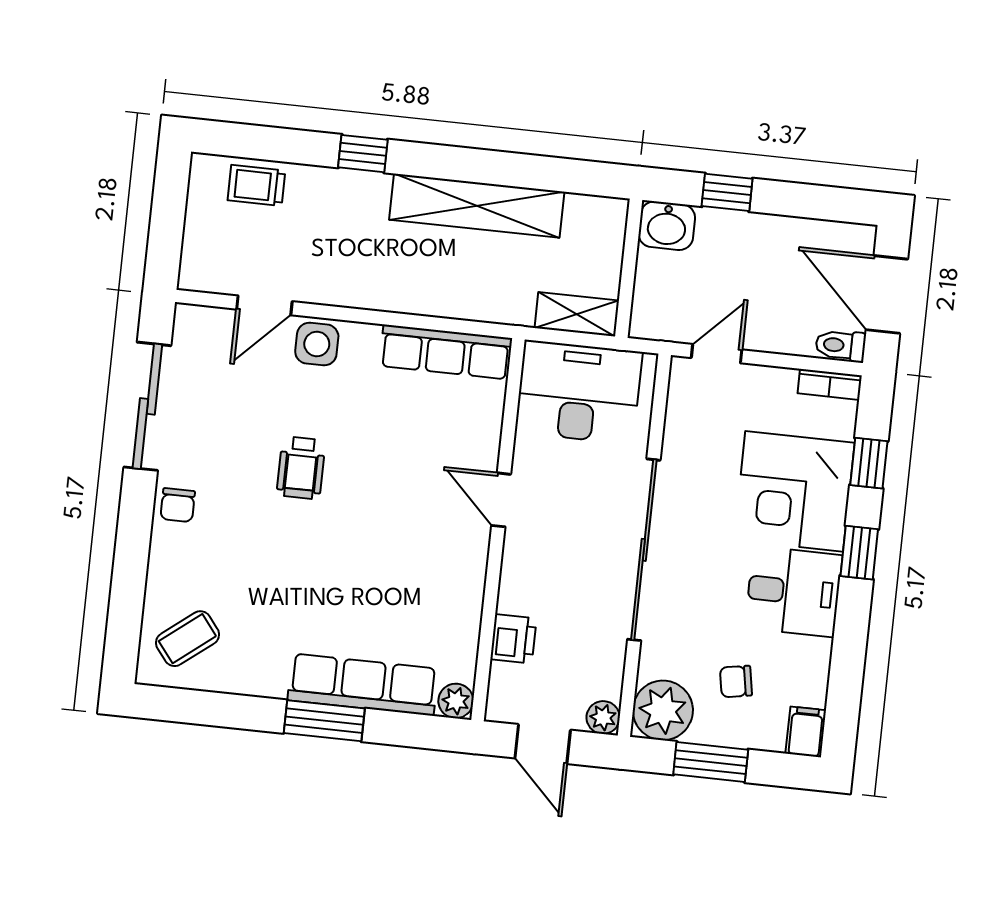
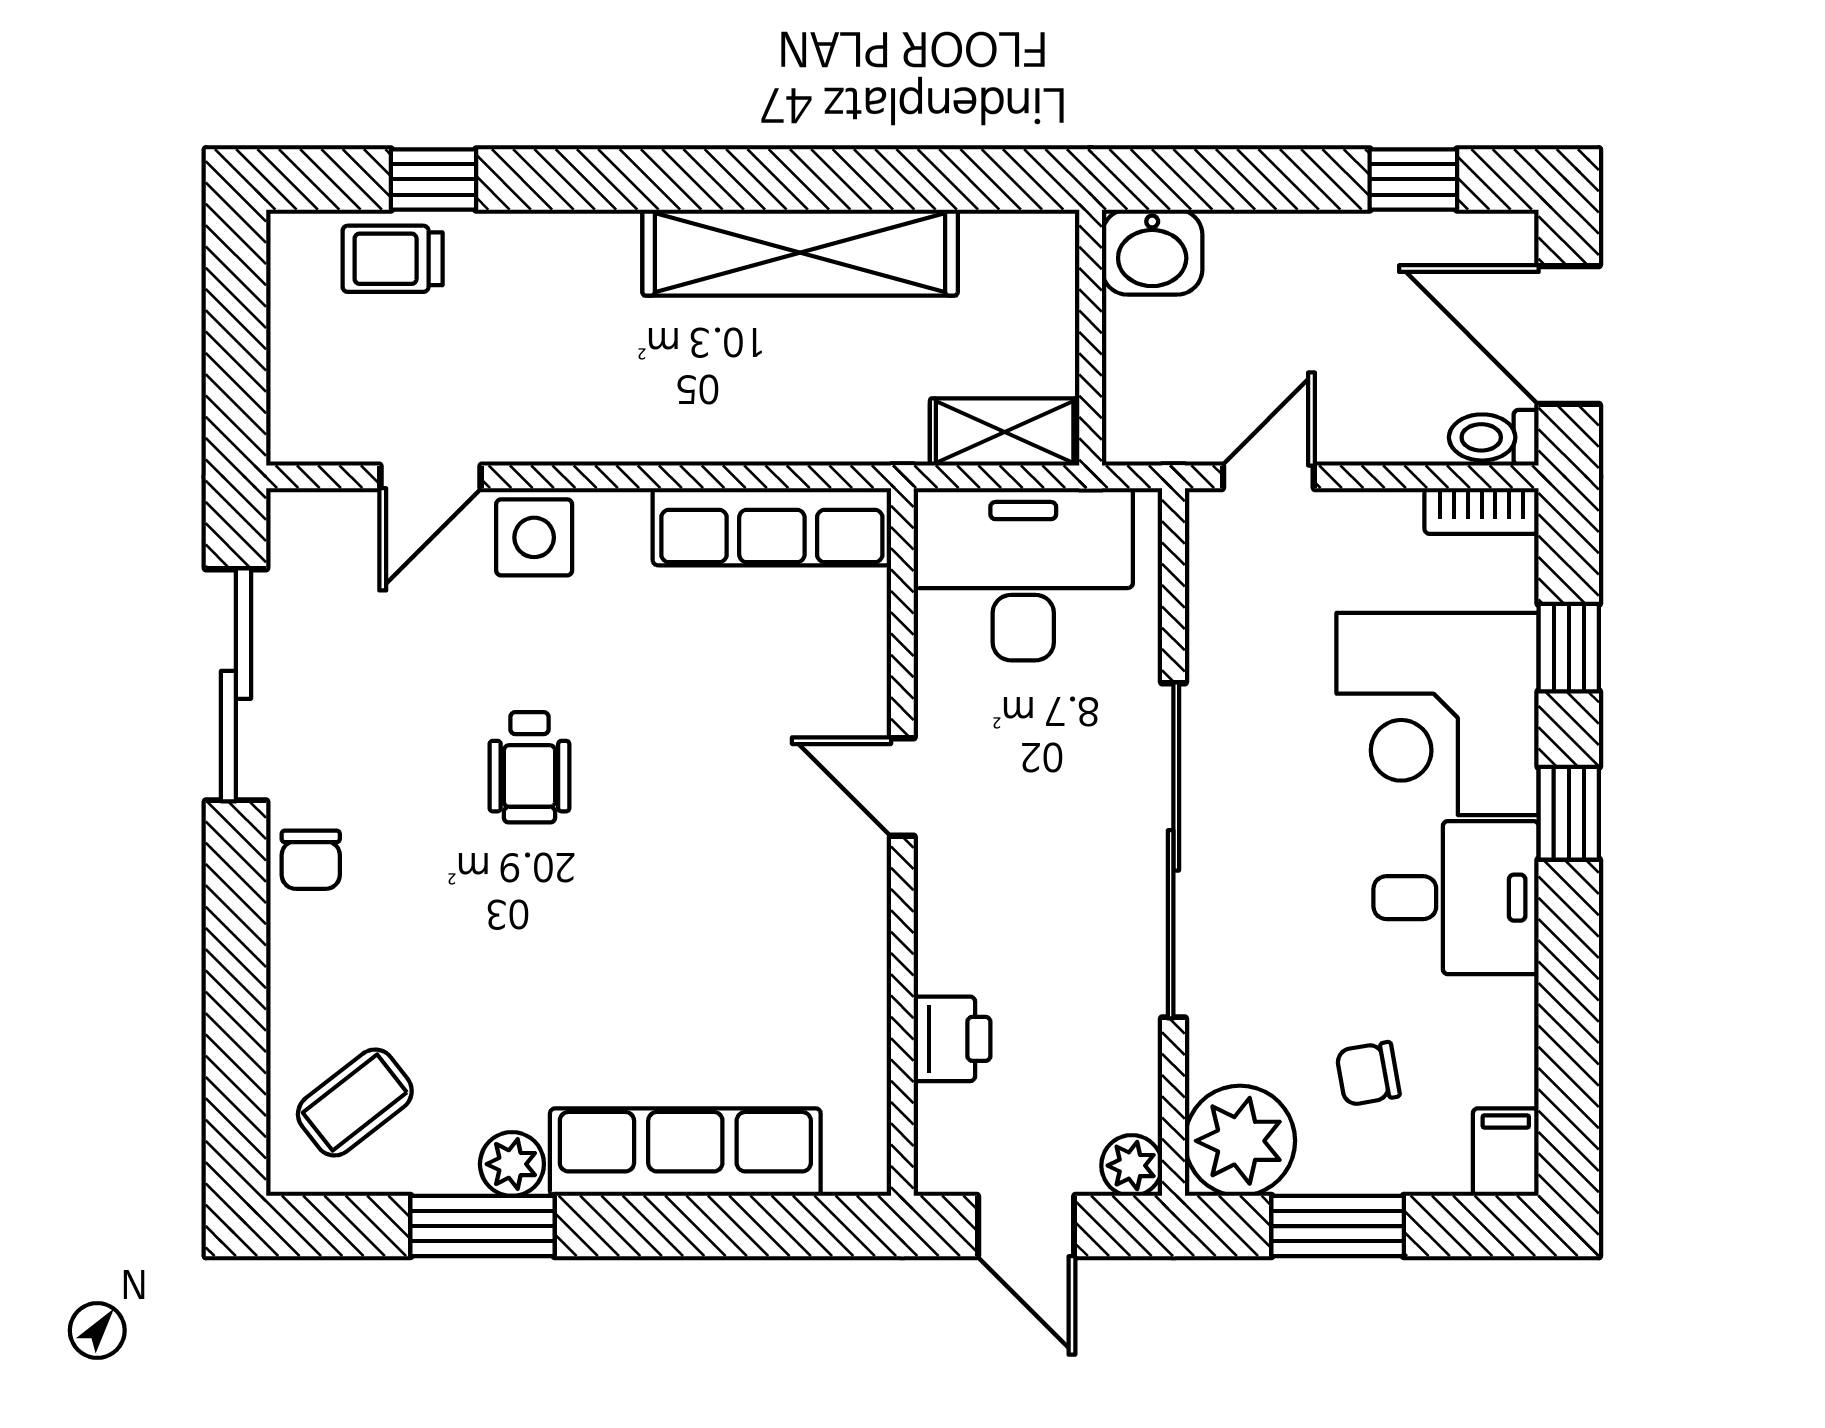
window: (363, 154) -> (434, 179), moved
window: (727, 192) -> (1413, 179), moved
plant: (456, 701) -> (512, 1164), moved
window: (324, 721) -> (482, 1226), moved

